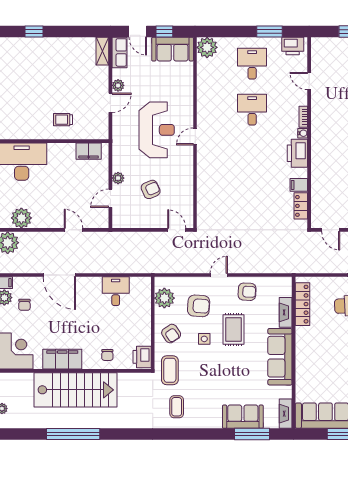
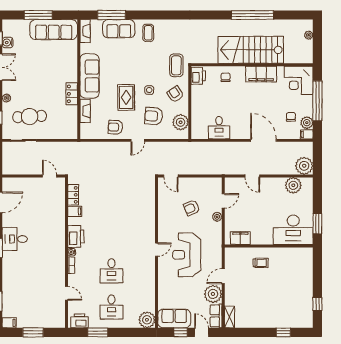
plant: (118, 85) -> (213, 294), width x1.87, depth x1.87
locker: (302, 304) -> (72, 94), moved, width x0.66
coffee table: (177, 407) -> (148, 33), moved

